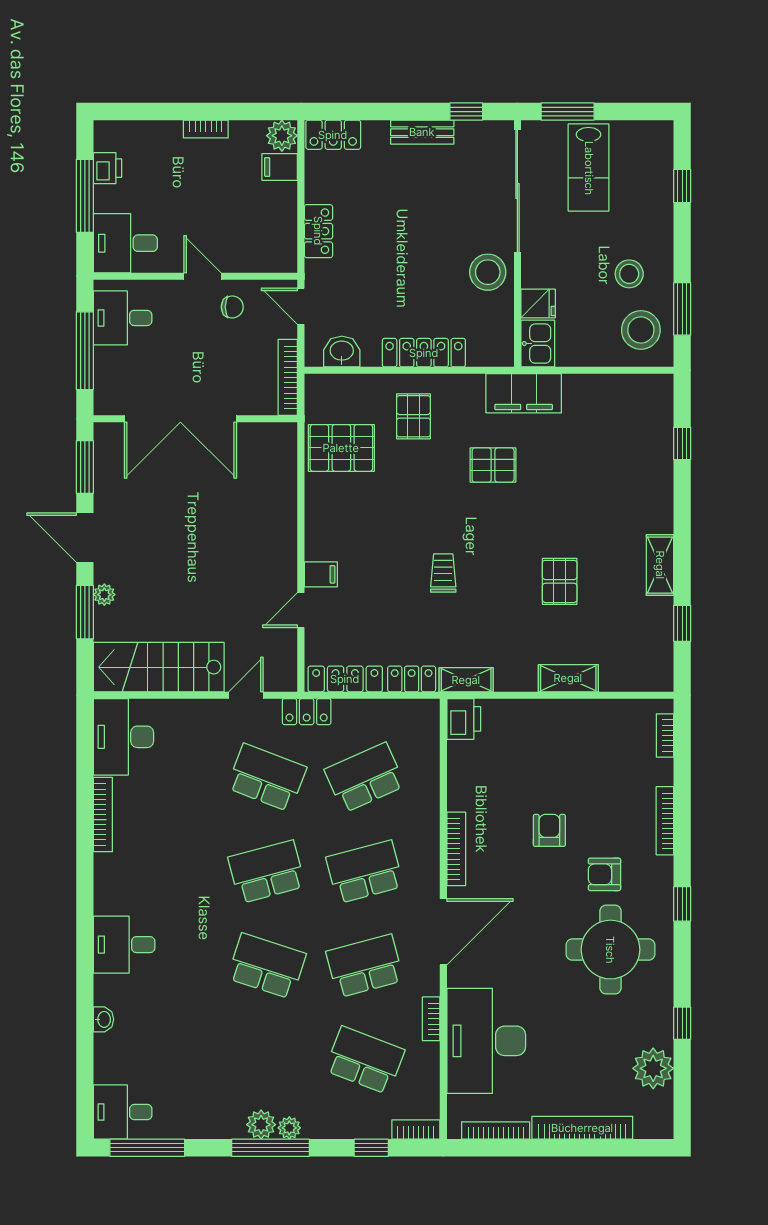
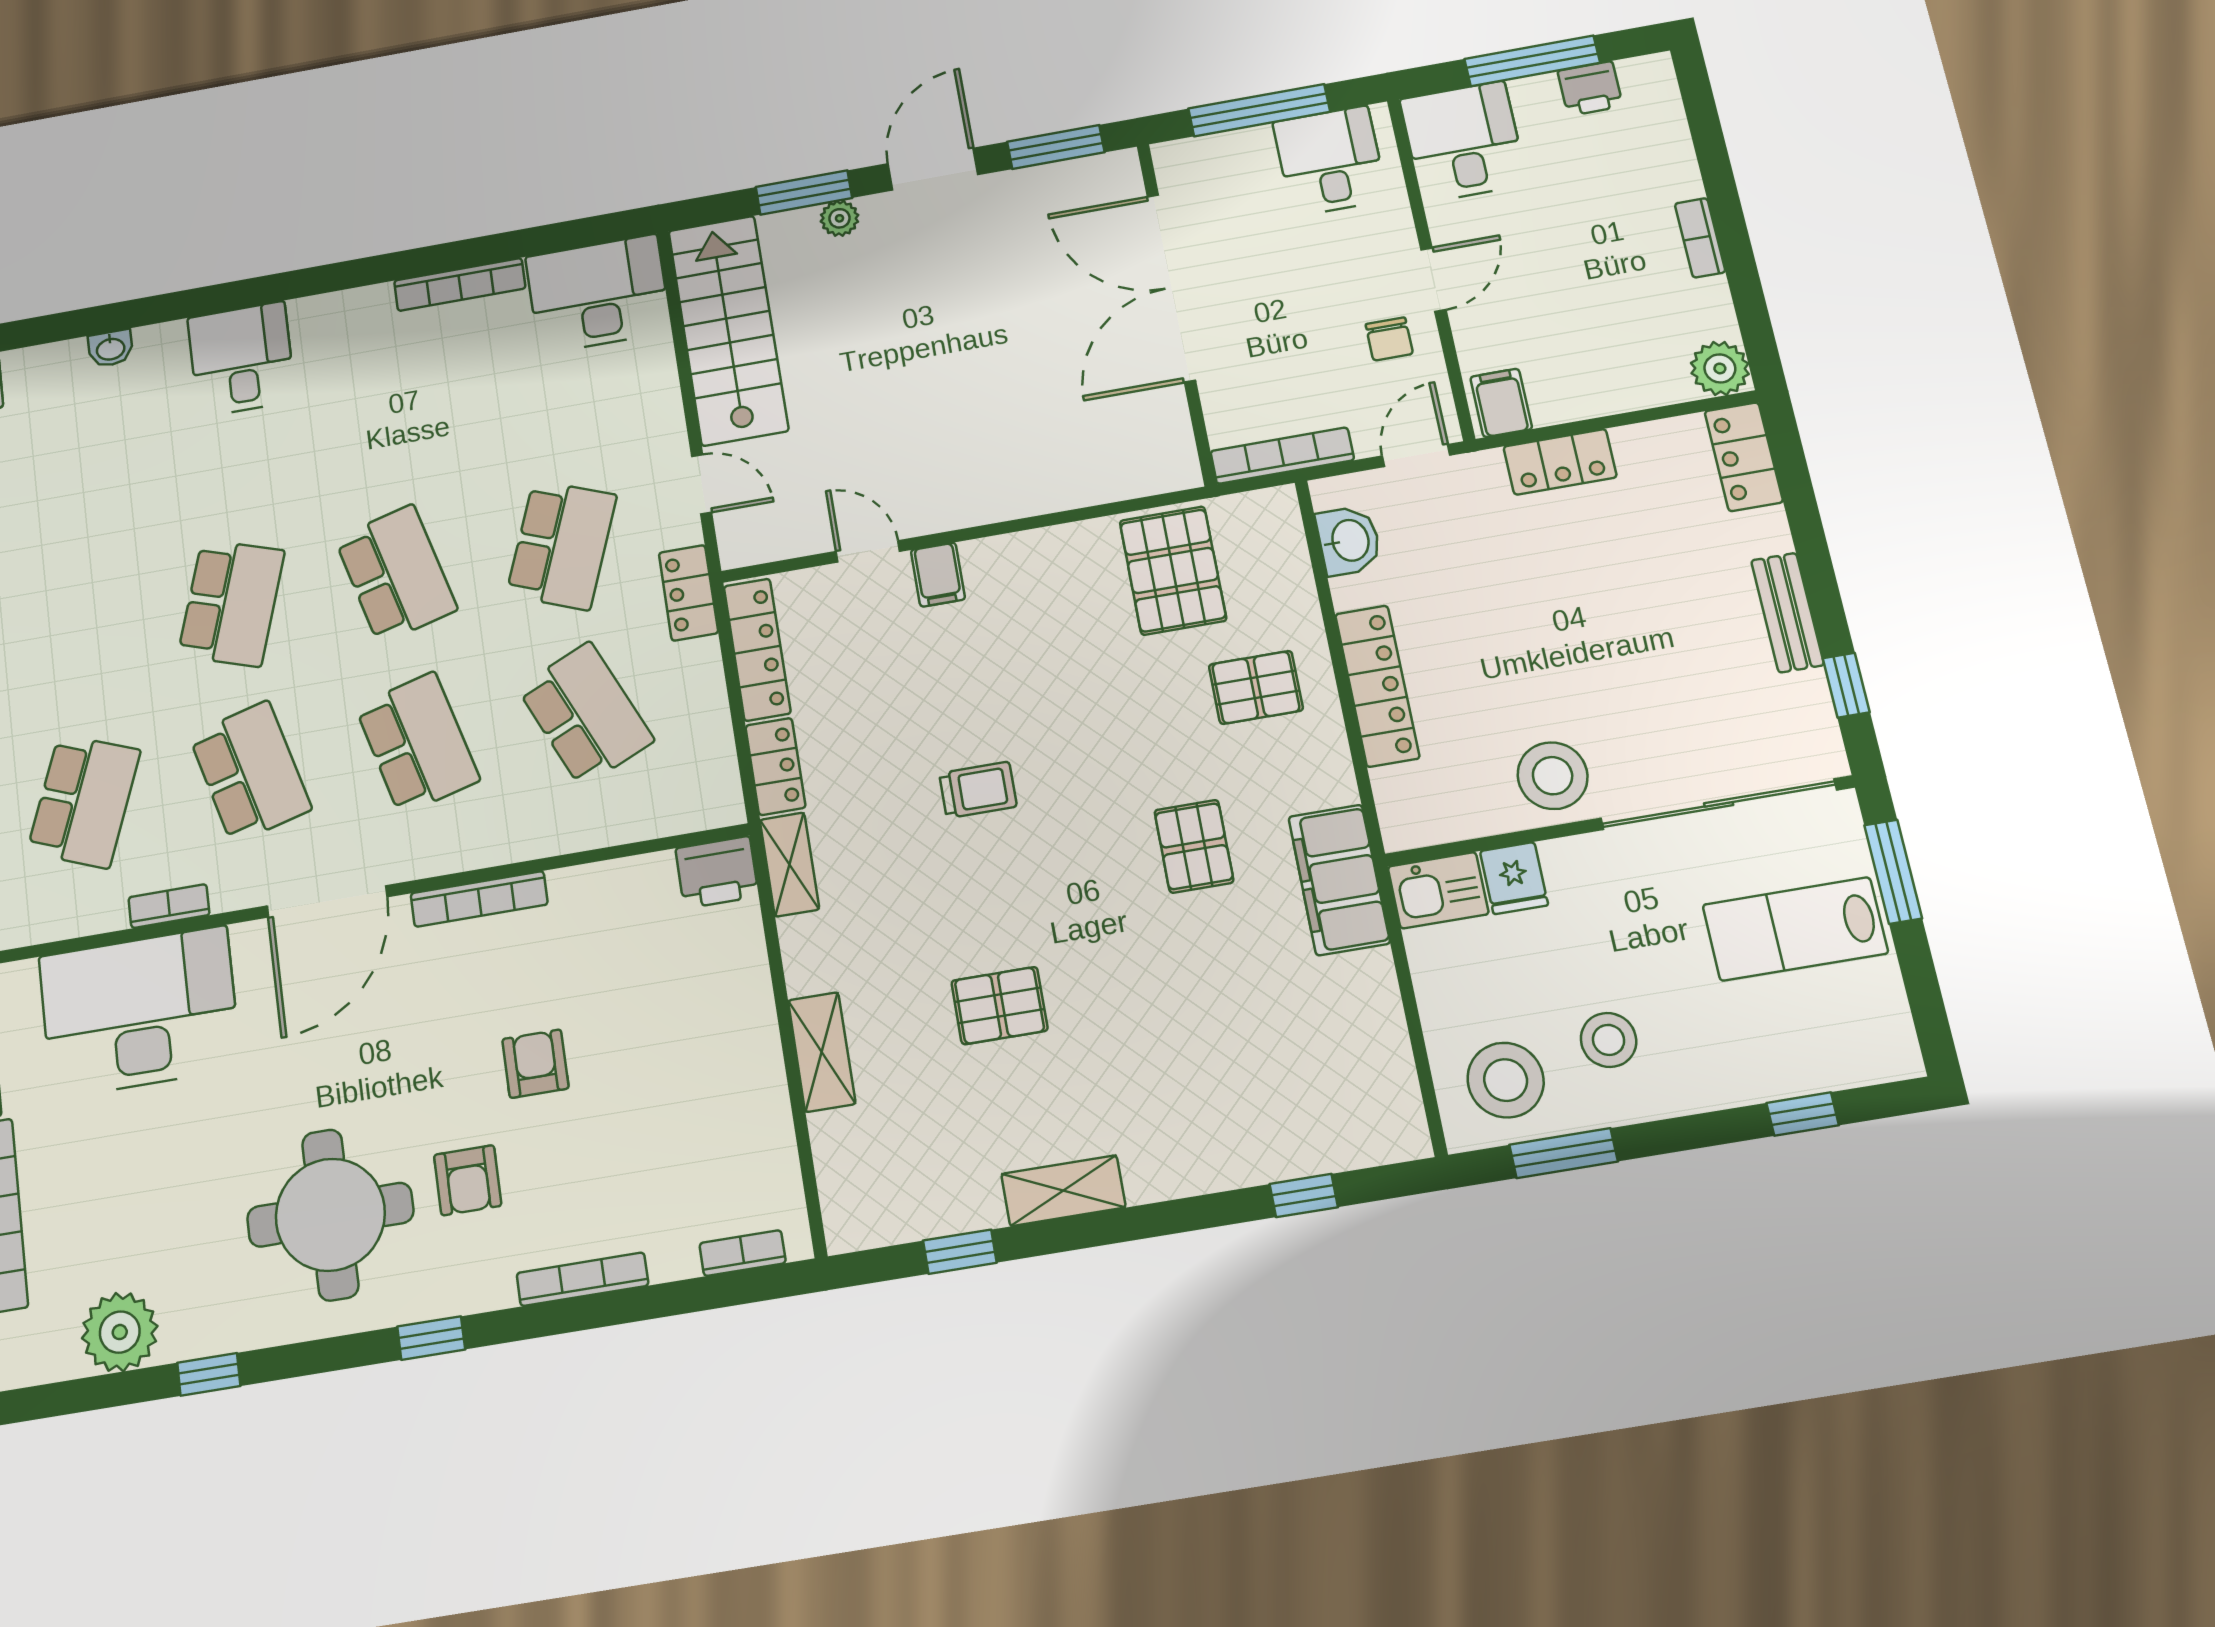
filing cabinet: (280, 167) -> (1501, 403), moved
armchair: (549, 830) -> (535, 1064), turned -90
armchair: (604, 874) -> (468, 1180), turned 180
door: (443, 932) -> (327, 901), hinge flipped

